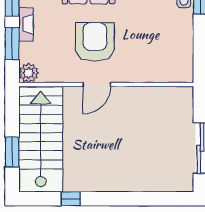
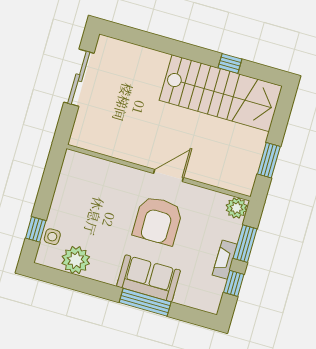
stairs: (41, 139) -> (221, 93), moved, turned -90
window: (12, 152) -> (269, 160), moved

